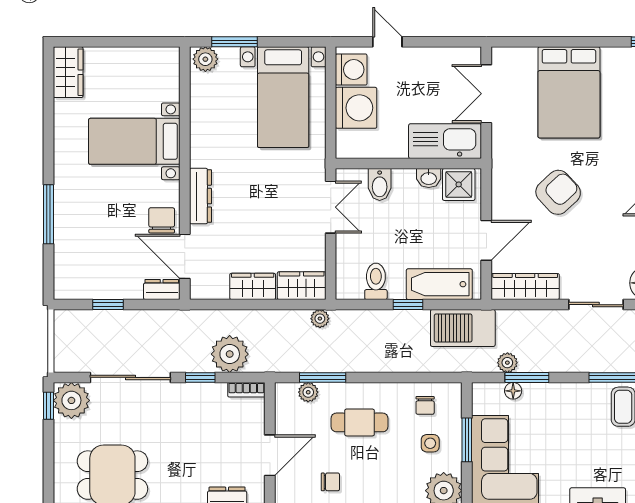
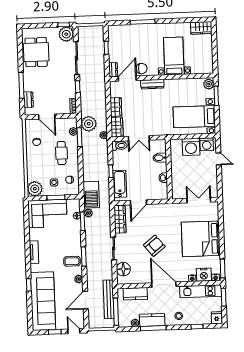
door: (387, 42) -> (219, 159), hinge flipped
bed: (569, 92) -> (201, 239), width x1.36
kitchen sink: (445, 141) -> (179, 184), removed
shower: (459, 184) -> (161, 190), removed
armchair: (558, 192) -> (154, 246), moved, turned -86
double door: (331, 207) -> (139, 138), moved
door: (486, 240) -> (138, 202), hinge flipped
toilet: (376, 281) -> (119, 146), moved
barbecue: (463, 328) -> (91, 195), moved, turned 180
plant: (230, 354) -> (89, 124), moved

